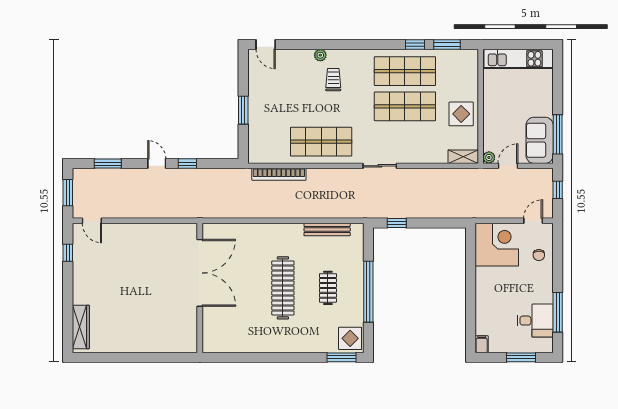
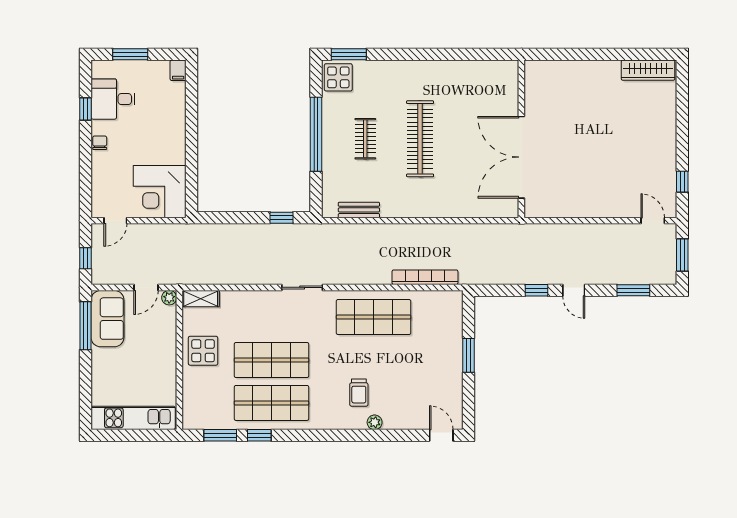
bench: (327, 230) -> (359, 210), width x0.73
chair: (539, 255) -> (100, 143), moved
window: (558, 312) -> (86, 109), width x0.46
wardrobe: (81, 327) -> (648, 70), moved, turned -90

